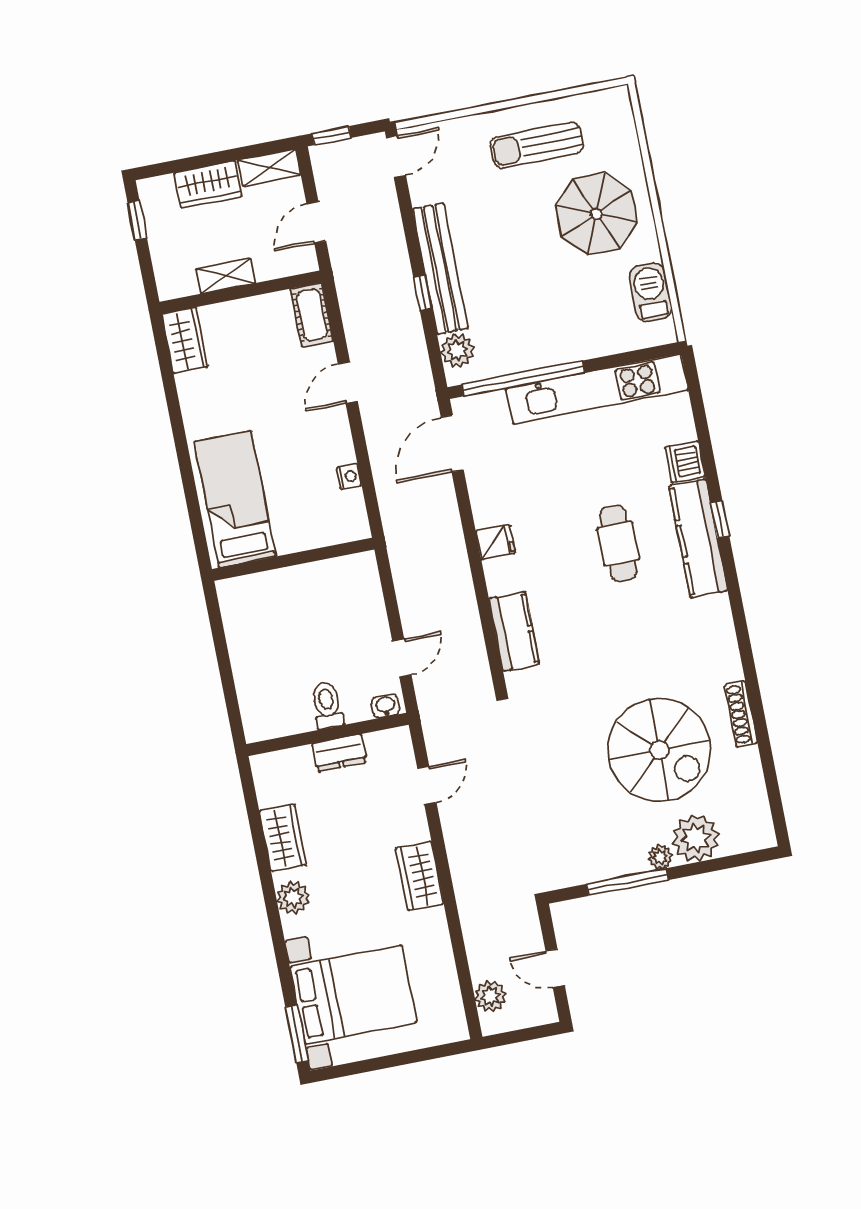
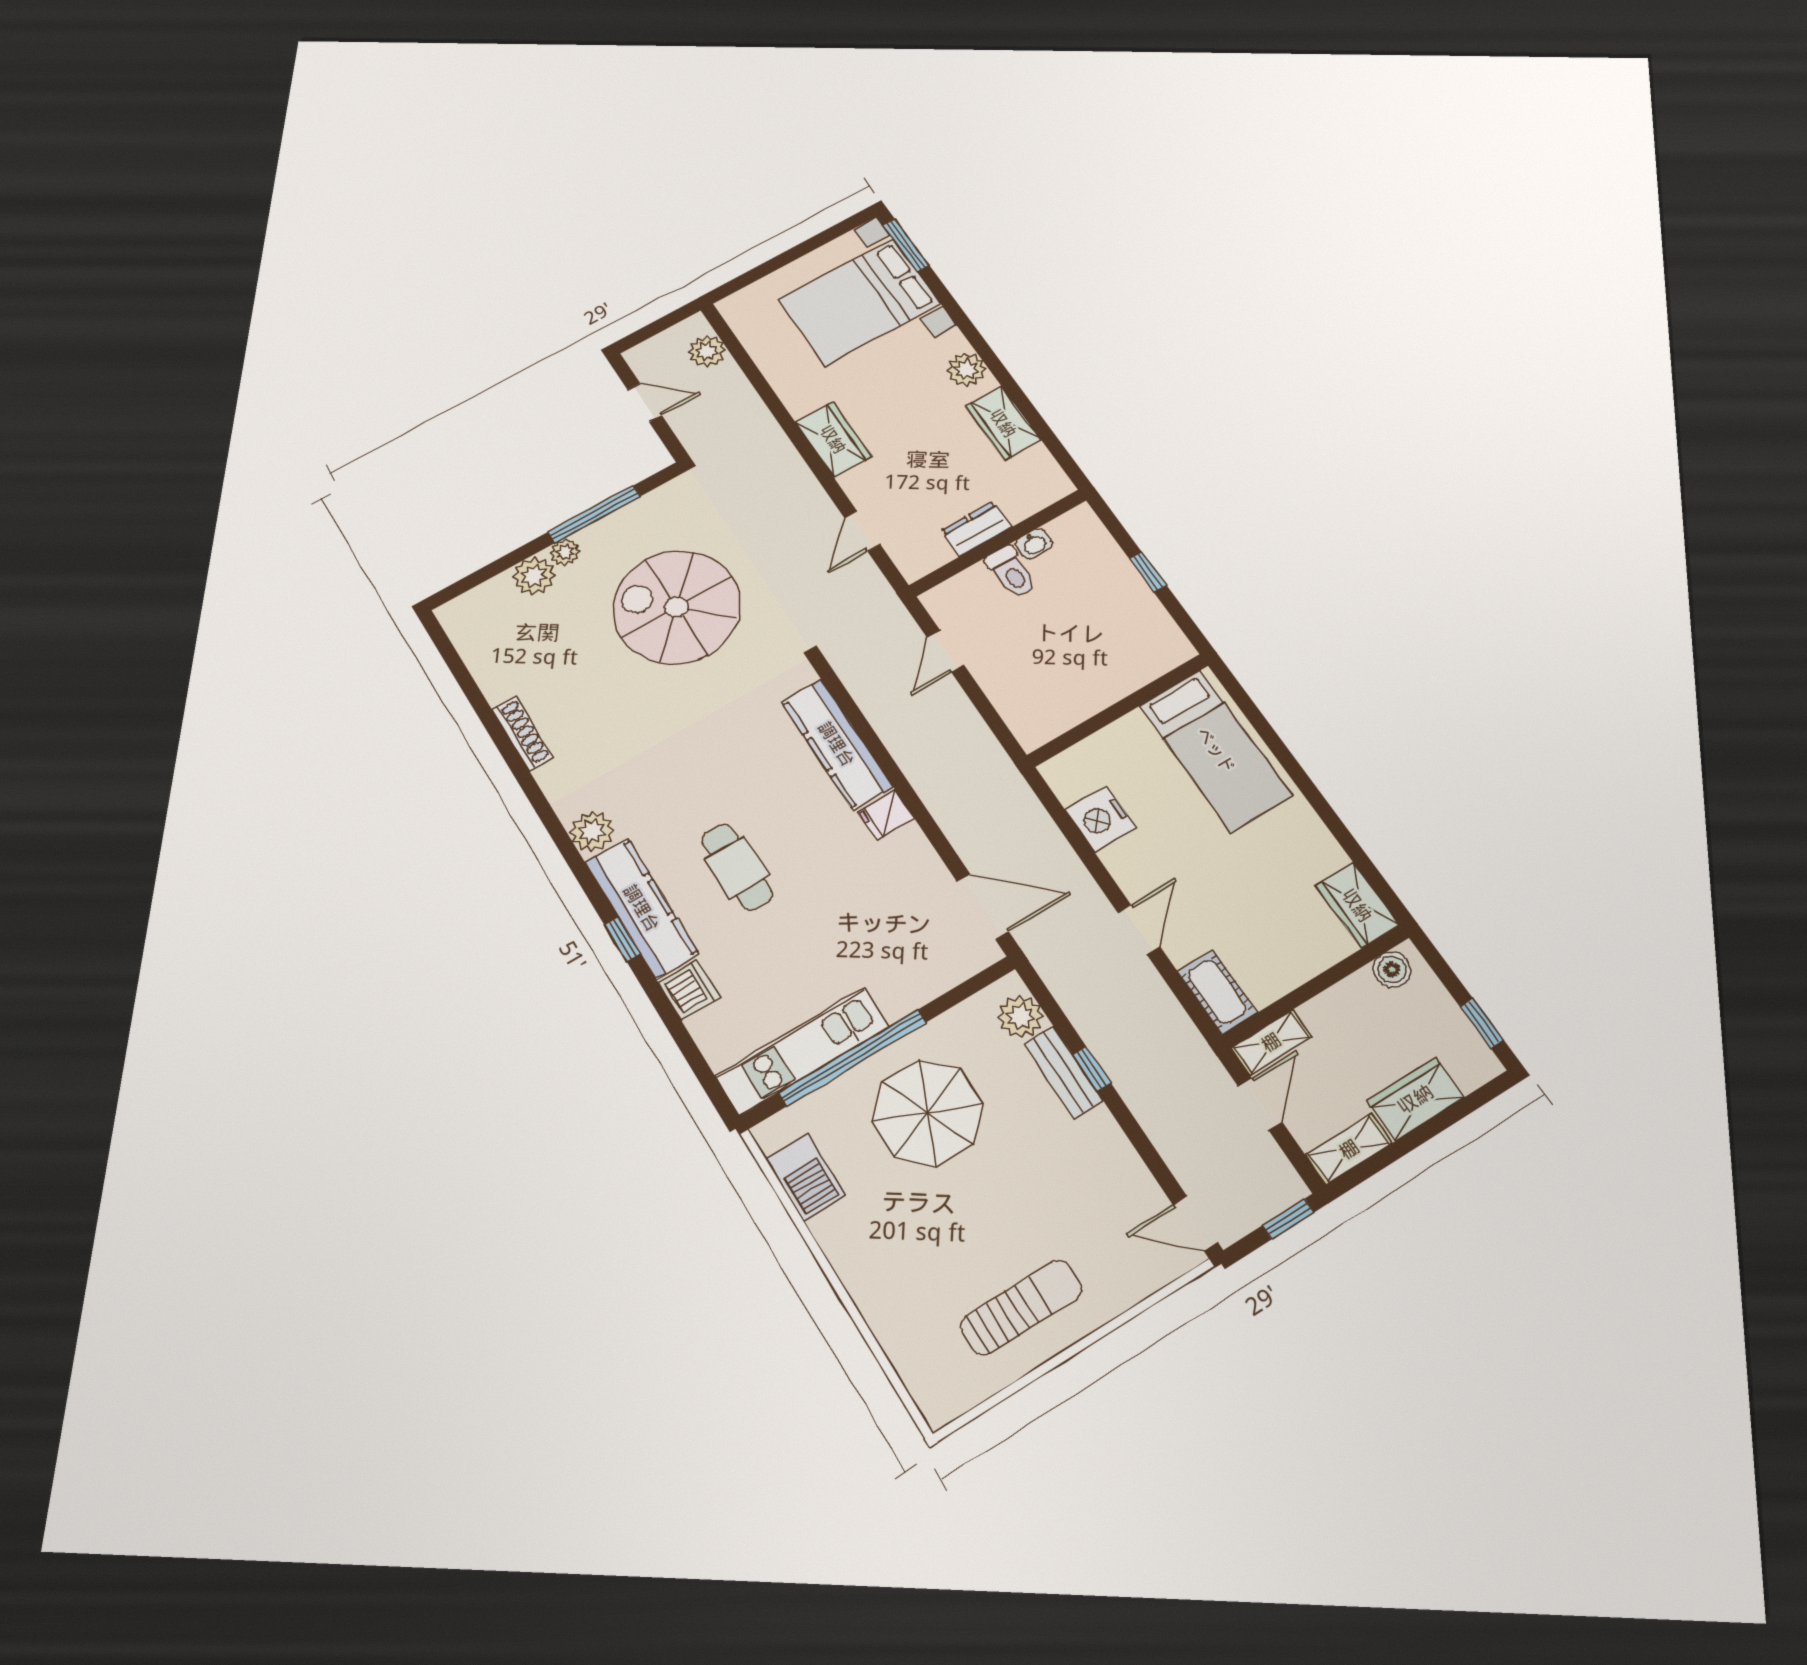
door: (396, 157) -> (1195, 1224), hinge flipped
parasol: (596, 214) -> (928, 1113), moved
bench: (440, 269) -> (1063, 1072), width x0.54, depth x0.82
shelving: (226, 276) -> (1271, 1042), moved
boiler: (182, 283) -> (1392, 969), added
window: (523, 378) -> (853, 1058), moved
kitchen unit: (597, 389) -> (802, 1051), width x0.73
door: (452, 444) -> (983, 907), hinge flipped
nightstand: (349, 476) -> (1101, 819), width x1.89, depth x1.79
plant: (715, 613) -> (592, 831), added
kitchen counter: (514, 631) -> (837, 744), width x1.50
window: (224, 664) -> (1148, 572), added
washbasin: (385, 706) -> (1034, 544), moved
spiral stairs: (659, 750) -> (677, 607), moved
plant: (696, 838) -> (534, 576), width x0.73, depth x0.73

